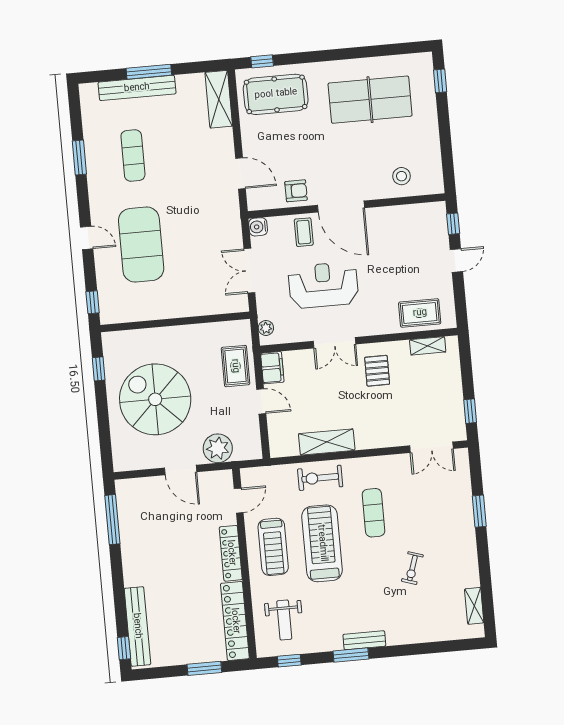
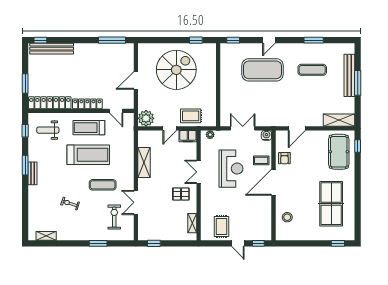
rug: (420, 313) -> (222, 226), moved
double door: (431, 447) -> (136, 202), moved
plant: (218, 448) -> (146, 118), moved
exercise bike: (320, 478) -> (114, 217), moved

